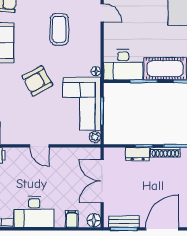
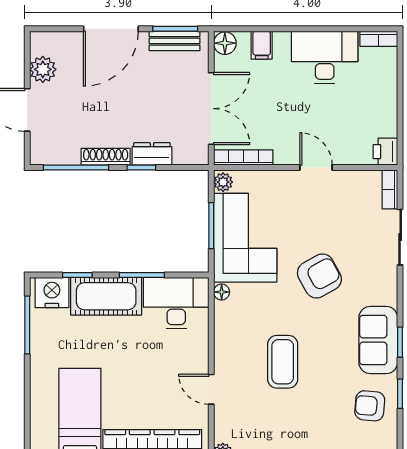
bookcase: (83, 152) -> (243, 157), added

